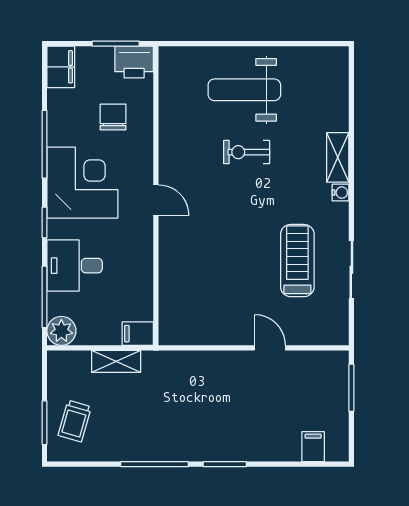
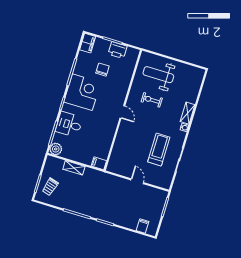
wall: (156, 196) -> (123, 110), moved
door: (156, 200) -> (122, 112), moved
filing cabinet: (138, 334) -> (99, 163), moved

